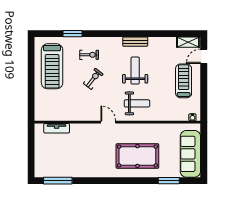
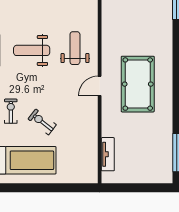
exercise bike: (93, 79) -> (42, 122), moved
pool table: (137, 156) -> (138, 84), moved

